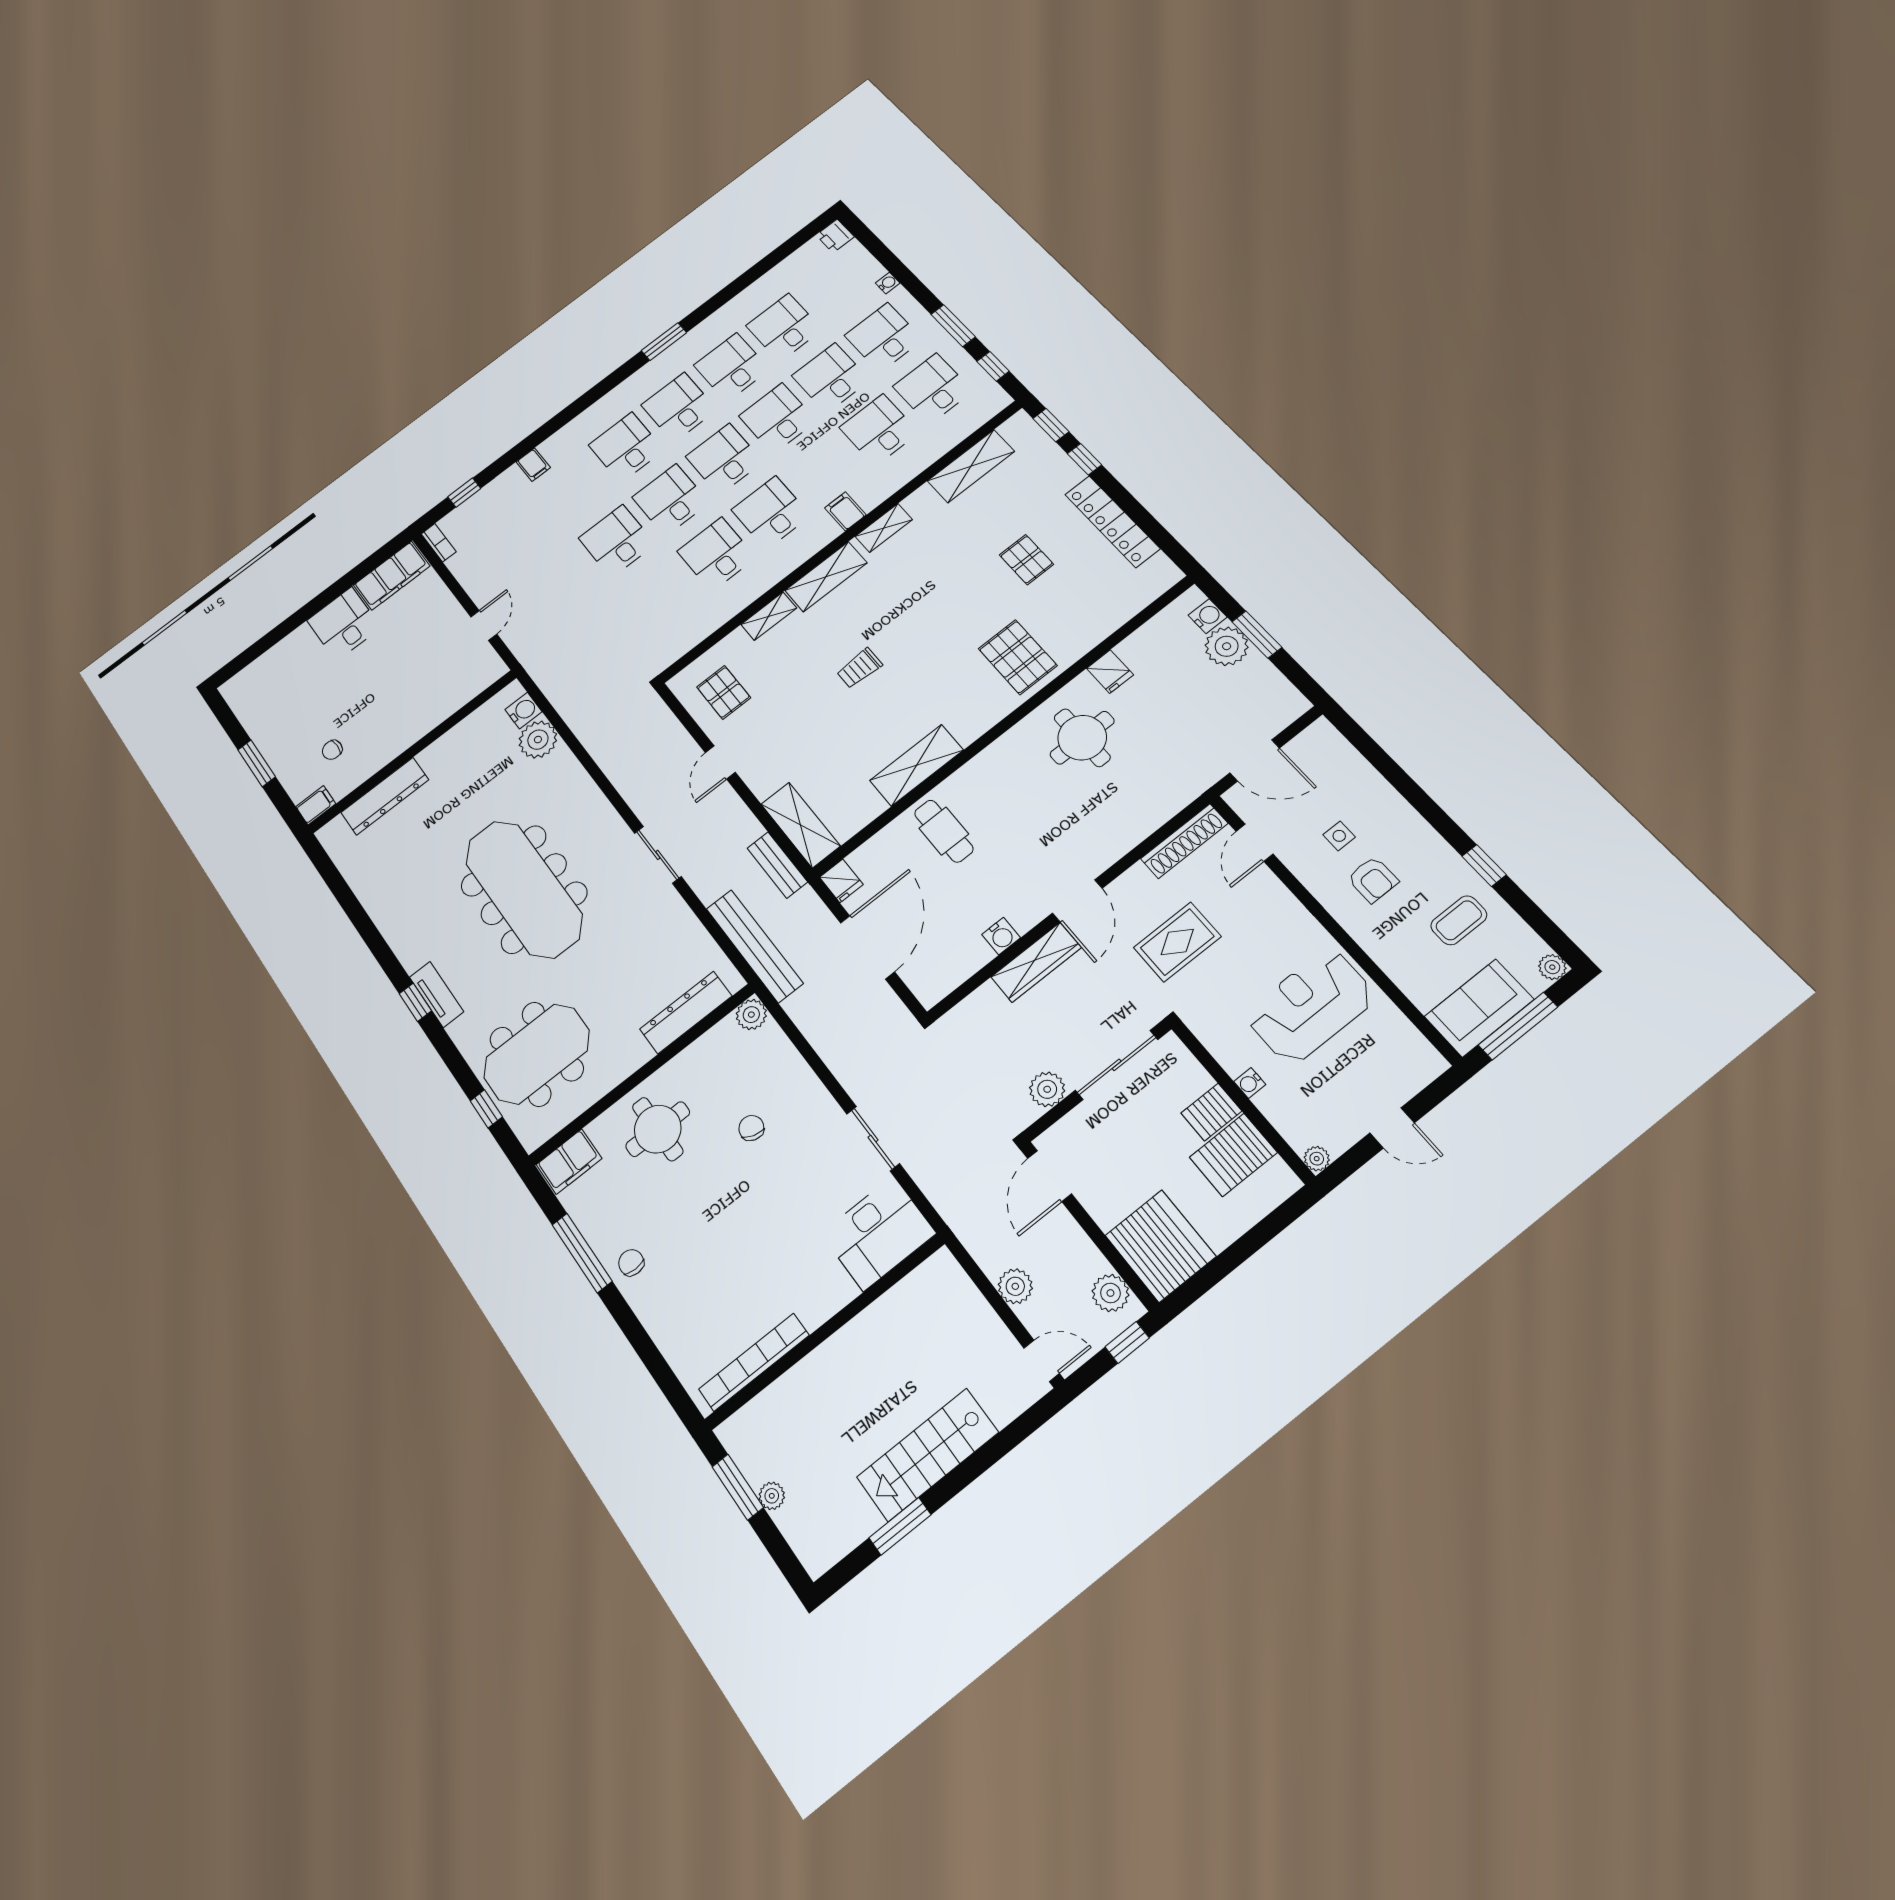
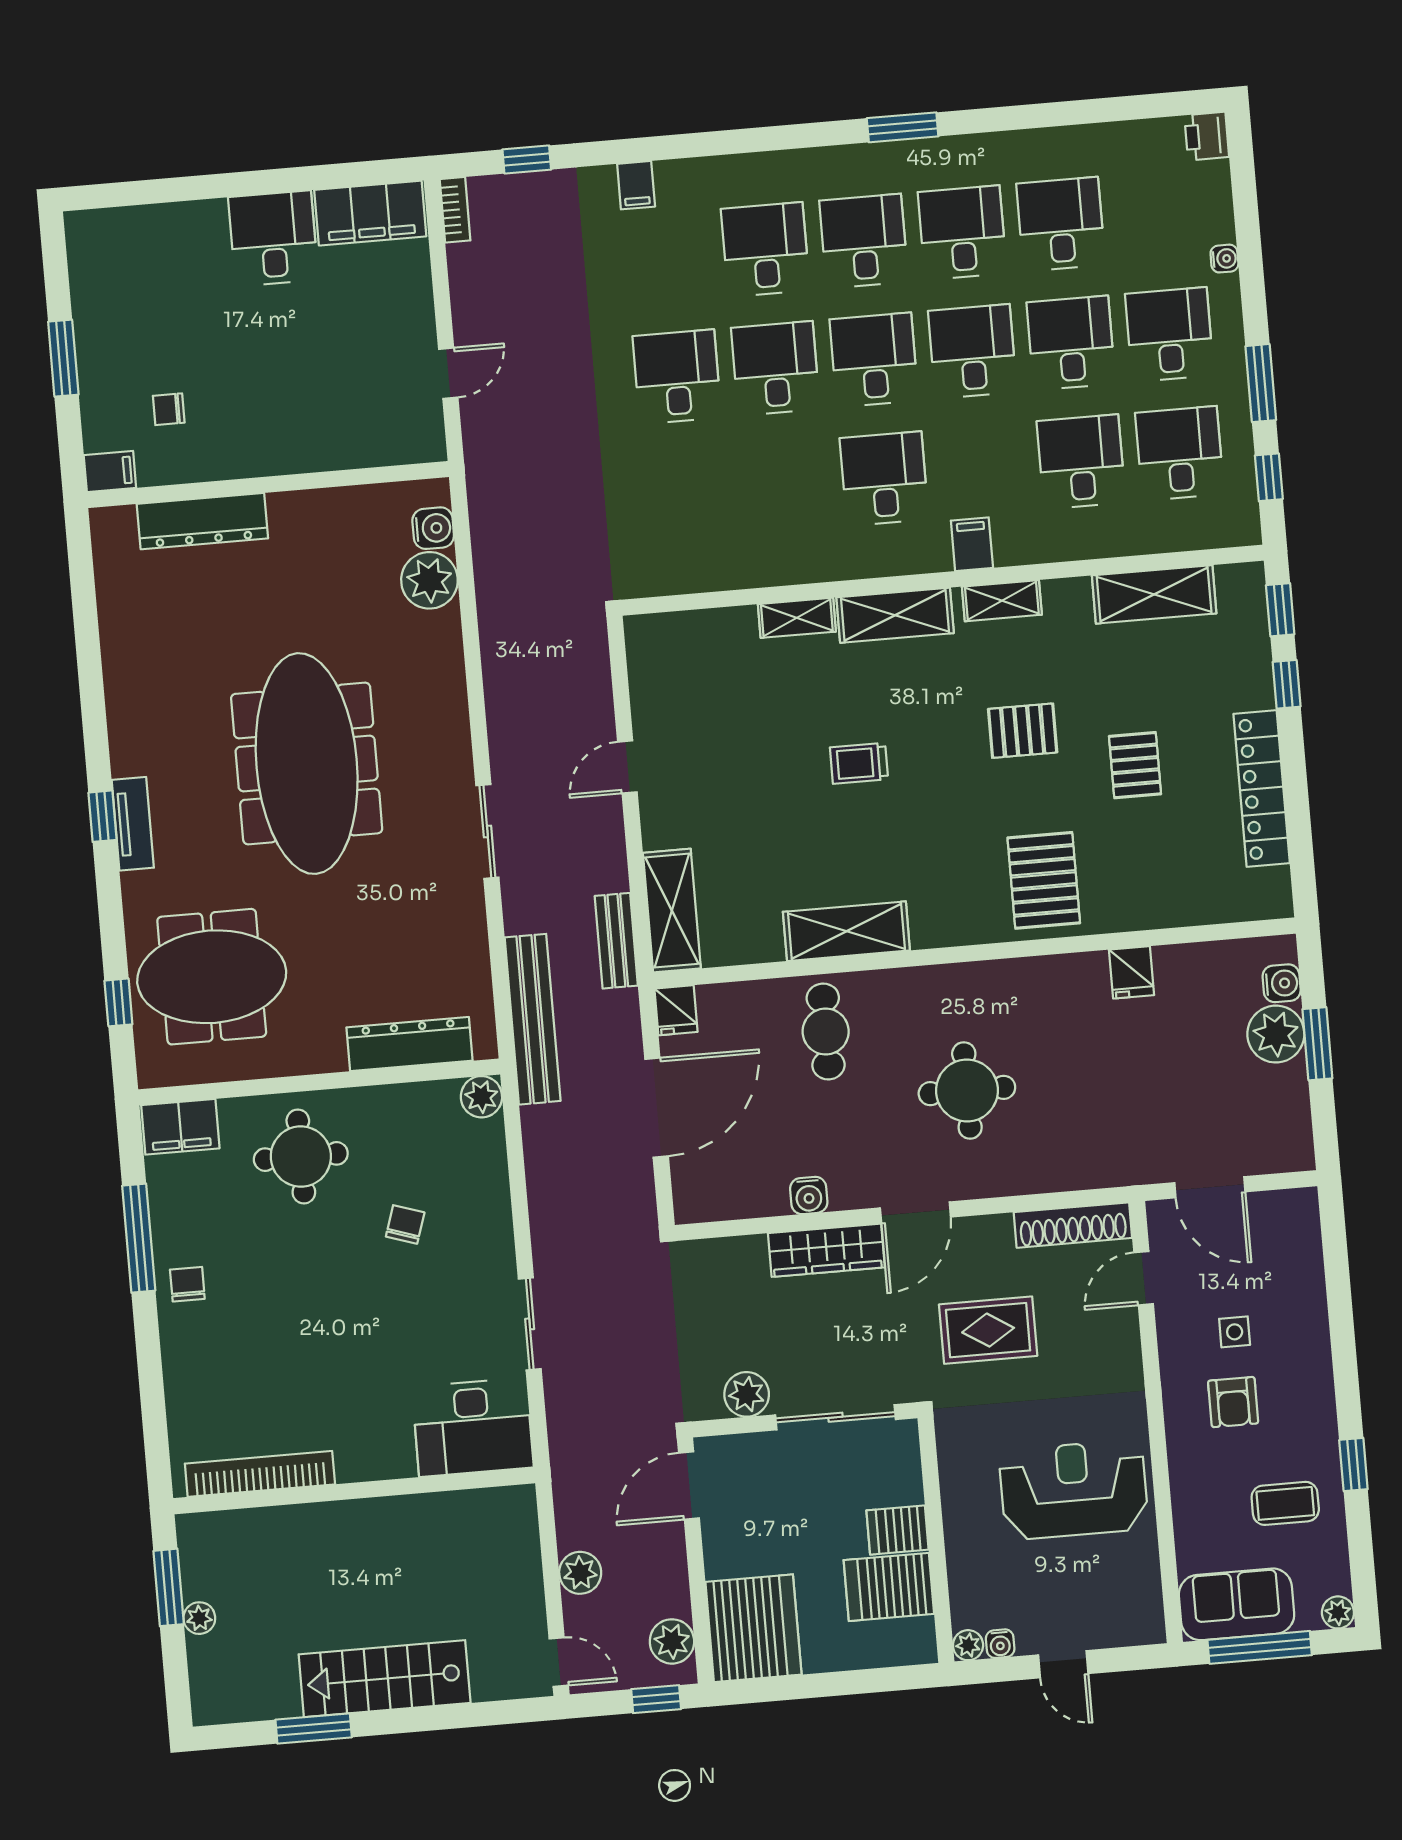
desk: (716, 554) -> (786, 487), removed
pallet: (724, 692) -> (1023, 731), moved, turned 90
round table: (1082, 738) -> (967, 1090), moved
water cooler: (1250, 1083) -> (1000, 1644), moved, turned -90

